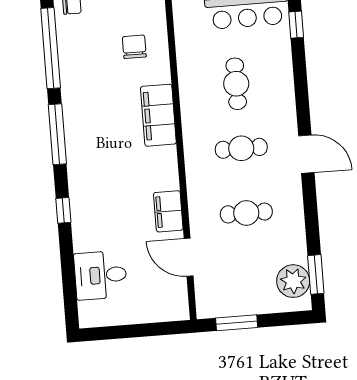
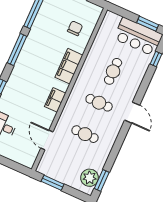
door: (306, 154) -> (132, 113), moved
filing cabinet: (168, 211) -> (55, 100), moved

